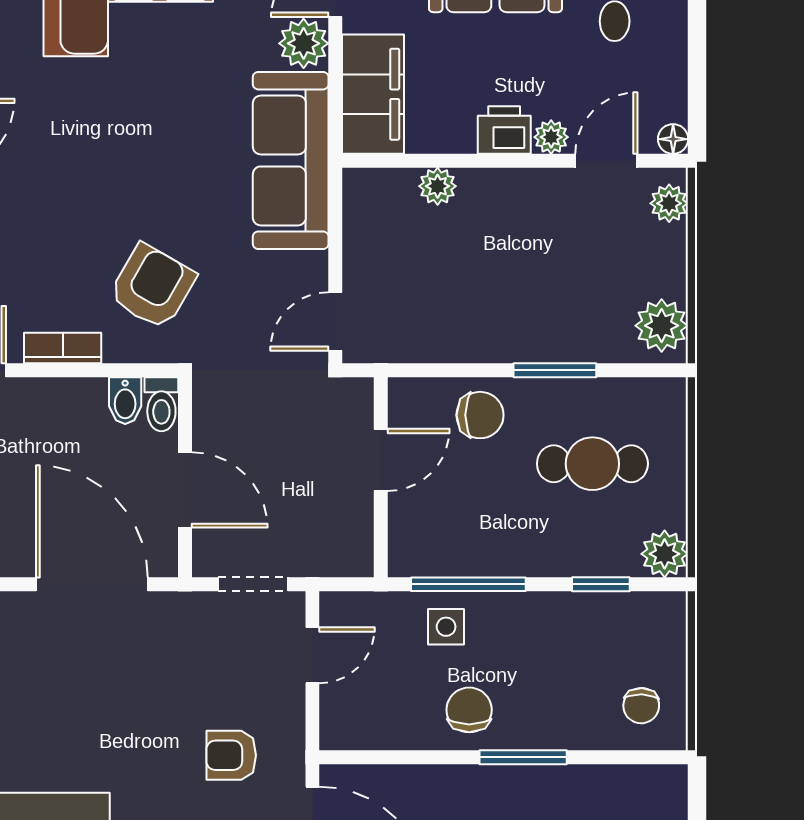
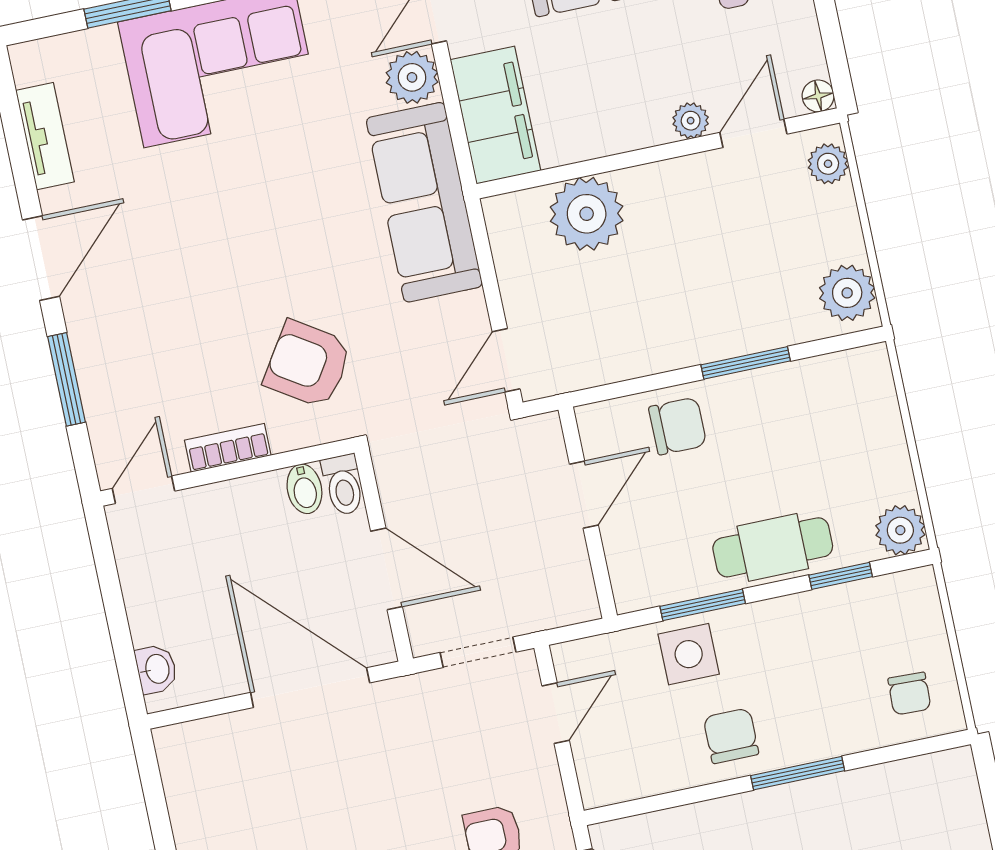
printer: (504, 130) -> (640, 124), removed
plant: (438, 186) -> (587, 214), width x1.87, depth x1.87
armchair: (152, 287) -> (308, 364), turned -87
cafe table: (592, 464) -> (773, 547), moved
window: (468, 584) -> (703, 605), width x0.69
side table: (446, 627) -> (689, 654), width x1.37, depth x1.37

